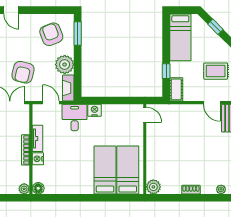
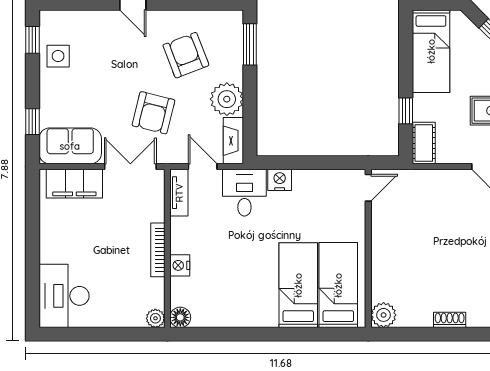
armchair: (51, 34) -> (186, 55), moved
door: (145, 115) -> (368, 188), hinge flipped
tv unit: (37, 138) -> (179, 193), moved

